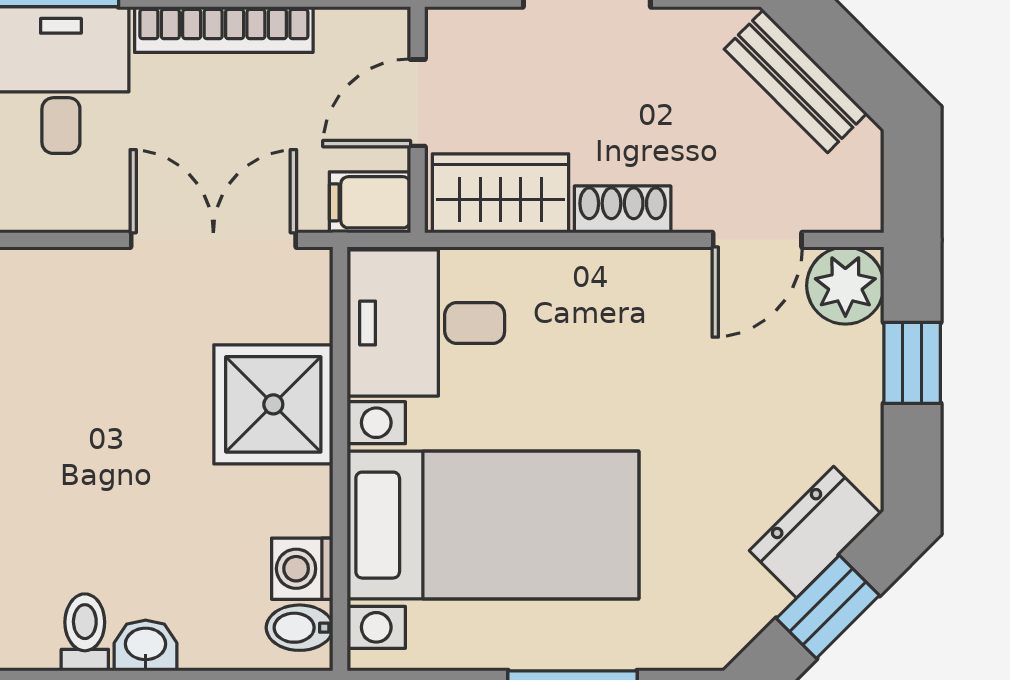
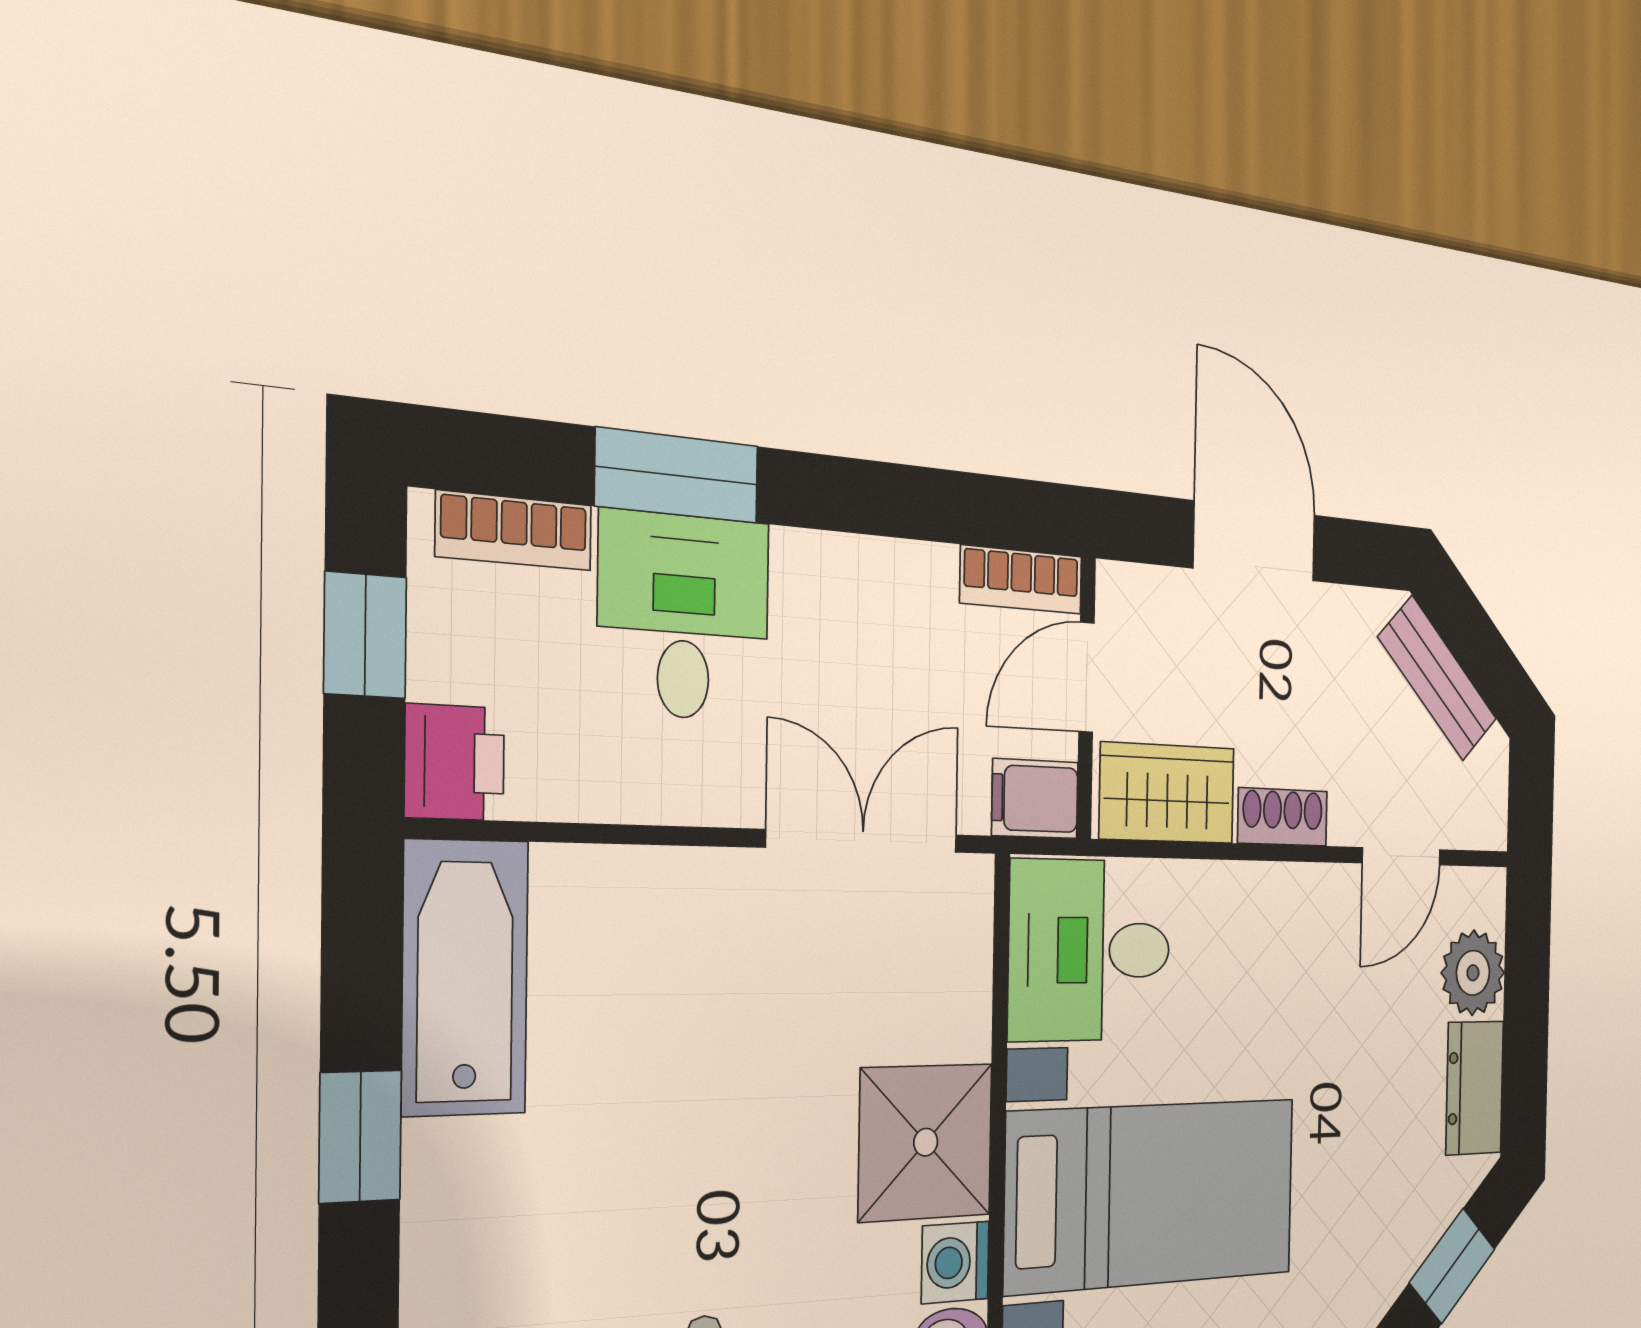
bookcase: (224, 30) -> (1021, 580), moved, width x0.64
plant: (845, 286) -> (1473, 973), moved
window: (912, 363) -> (1527, 994), removed
shower: (273, 404) -> (926, 1142), moved
dresser: (815, 532) -> (1475, 1088), moved, turned -45

